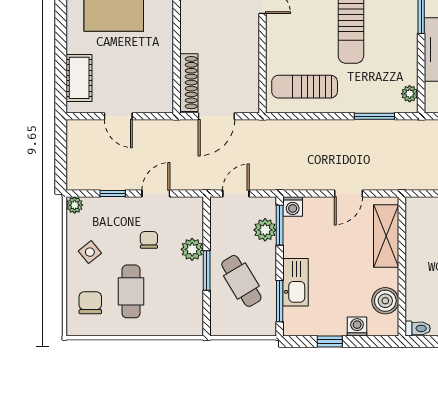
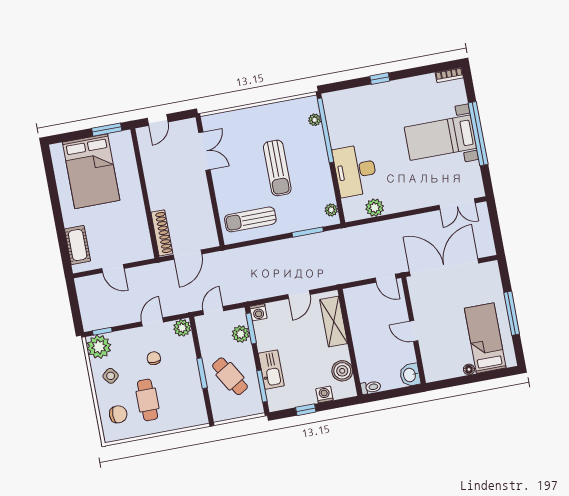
window: (113, 193) -> (102, 331), moved
plant: (75, 205) -> (99, 347), width x1.88, depth x1.88
plant: (192, 249) -> (182, 328), moved
chair: (90, 303) -> (118, 414), turned 90

